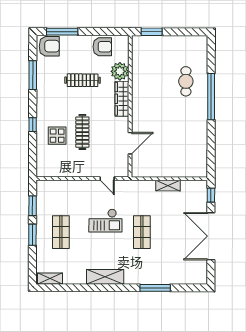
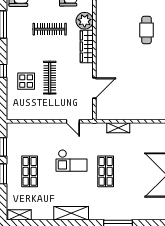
shelving: (168, 186) -> (118, 128), moved

